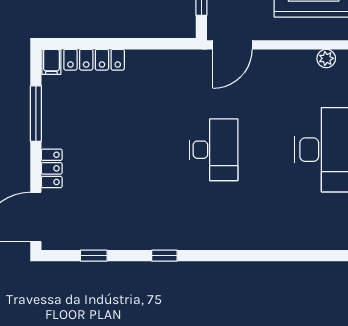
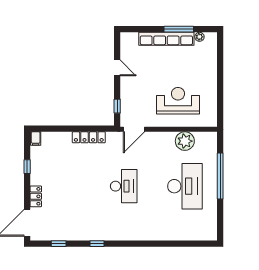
plant: (326, 58) -> (185, 141), width x1.87, depth x1.87
locker: (94, 60) -> (89, 137), moved
window: (36, 114) -> (27, 167), width x0.46

